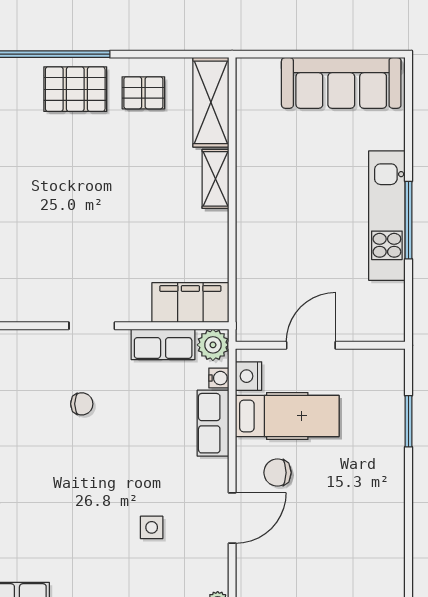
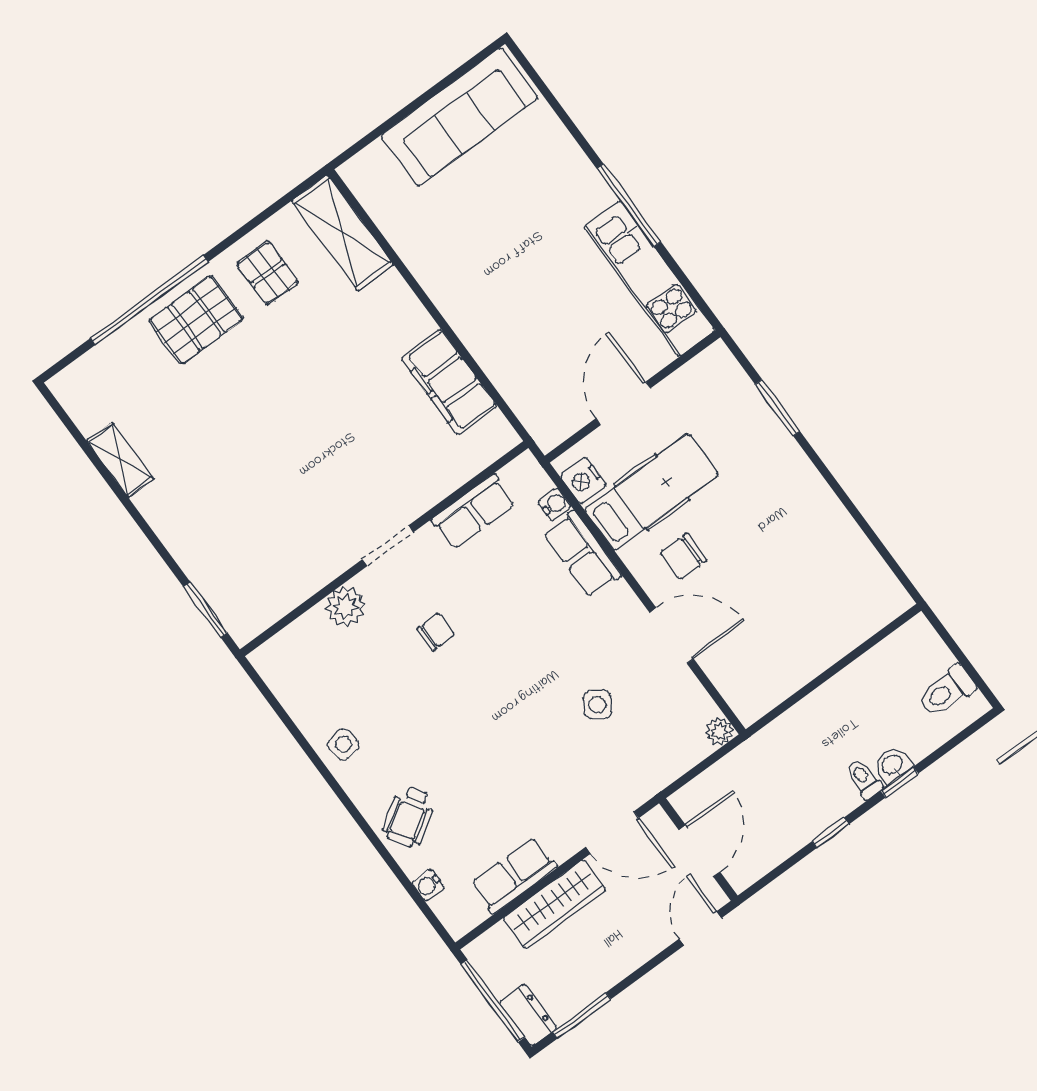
pallet: (143, 93) -> (268, 273), turned 90
shelving: (215, 179) -> (404, 306), removed
kitchen unit: (387, 216) -> (649, 279), moved
filing cabinet: (190, 302) -> (449, 382), moved, turned -90
plant: (213, 345) -> (345, 607), moved
door: (232, 518) -> (671, 636), hinge flipped
side table: (152, 527) -> (597, 705), turned 34

